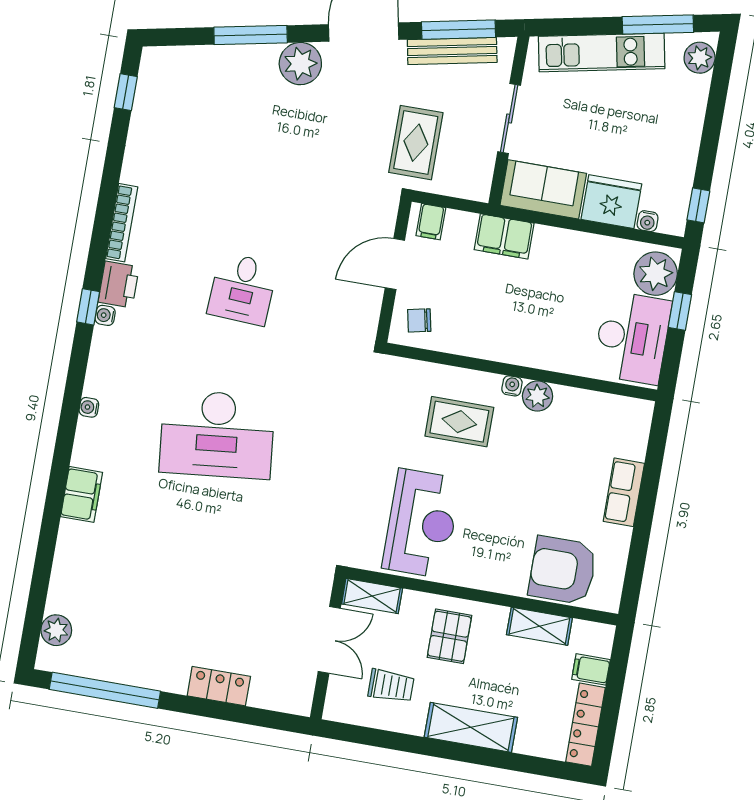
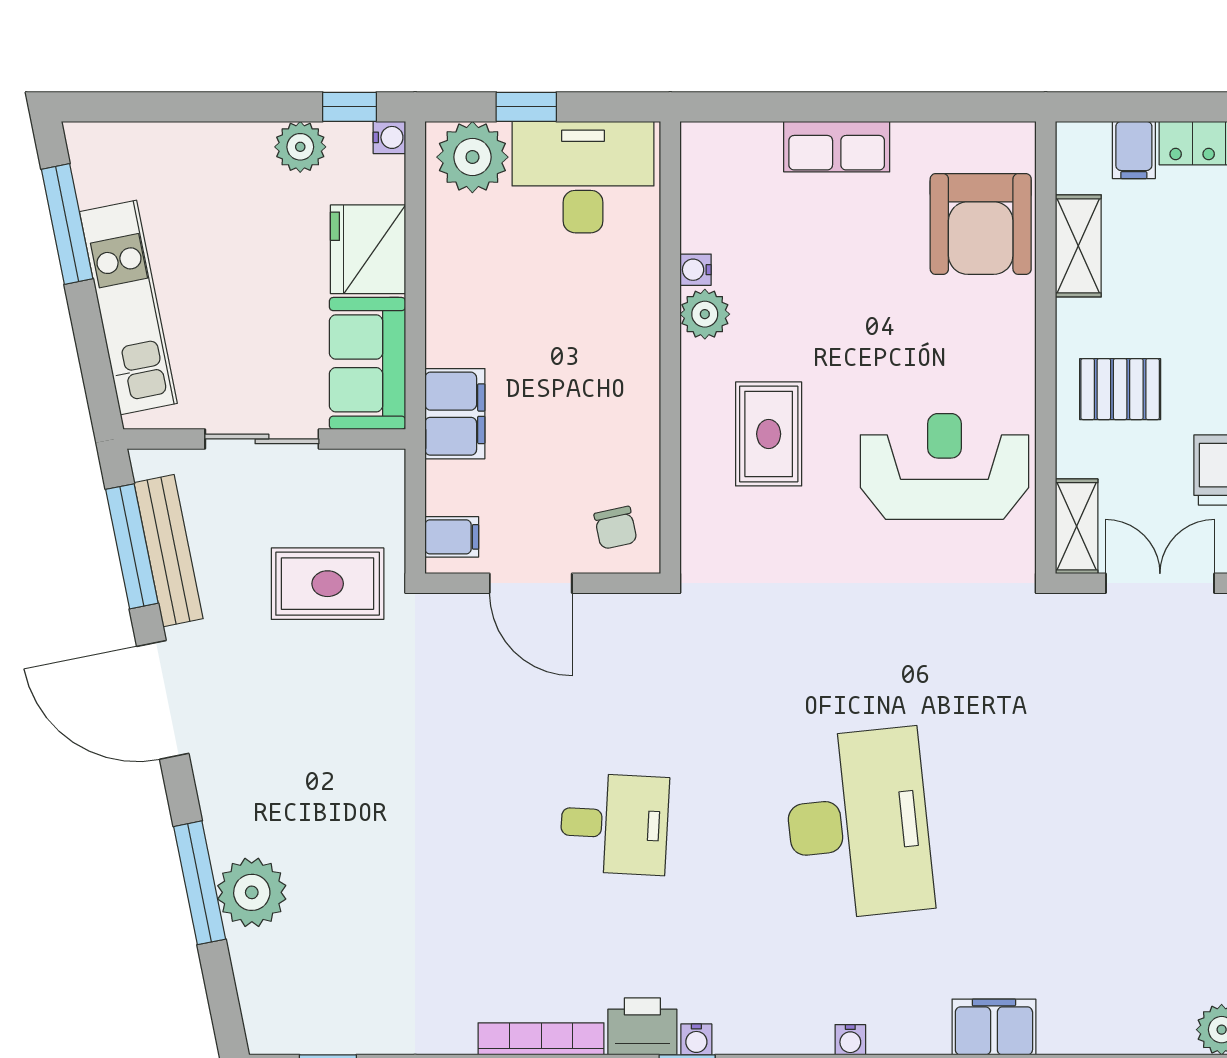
plant: (700, 58) -> (300, 147), moved
plant: (300, 64) -> (252, 892), moved
water cooler: (648, 221) -> (389, 137), moved
water cooler: (512, 386) -> (696, 270), moved

